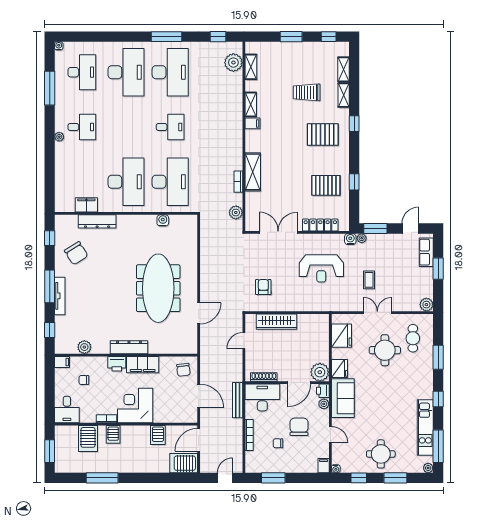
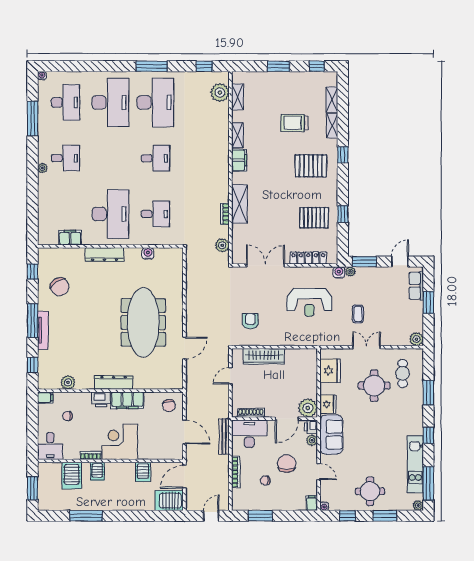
filing cabinet: (252, 123) -> (239, 160), width x2.00
desk: (170, 182) -> (155, 214), width x0.53, depth x0.77
dresser: (97, 221) -> (104, 254), moved

